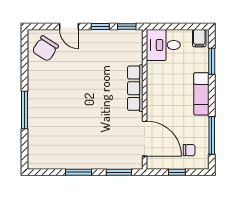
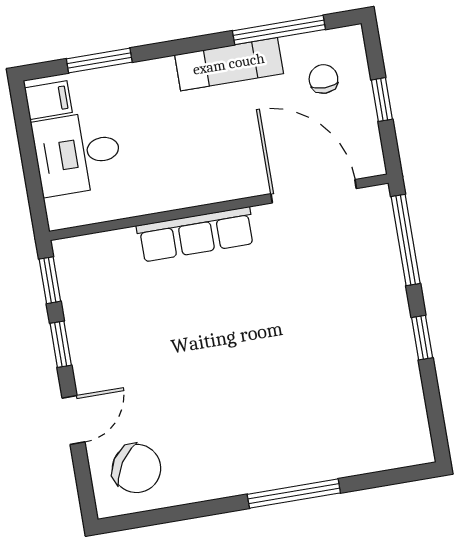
desk: (163, 45) -> (78, 153), moved, turned 90
exam couch: (201, 94) -> (229, 64), moved
door: (145, 139) -> (314, 191), hinge flipped
window: (78, 172) -> (422, 338), width x0.67
window: (119, 172) -> (406, 240), width x1.44

